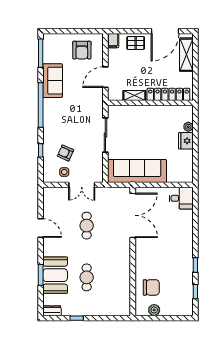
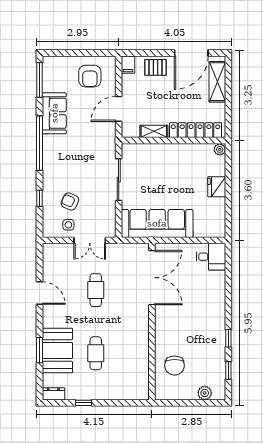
plant: (188, 127) -> (220, 149), moved
chair: (151, 287) -> (175, 366), turned 90
plant: (154, 310) -> (205, 393), moved

